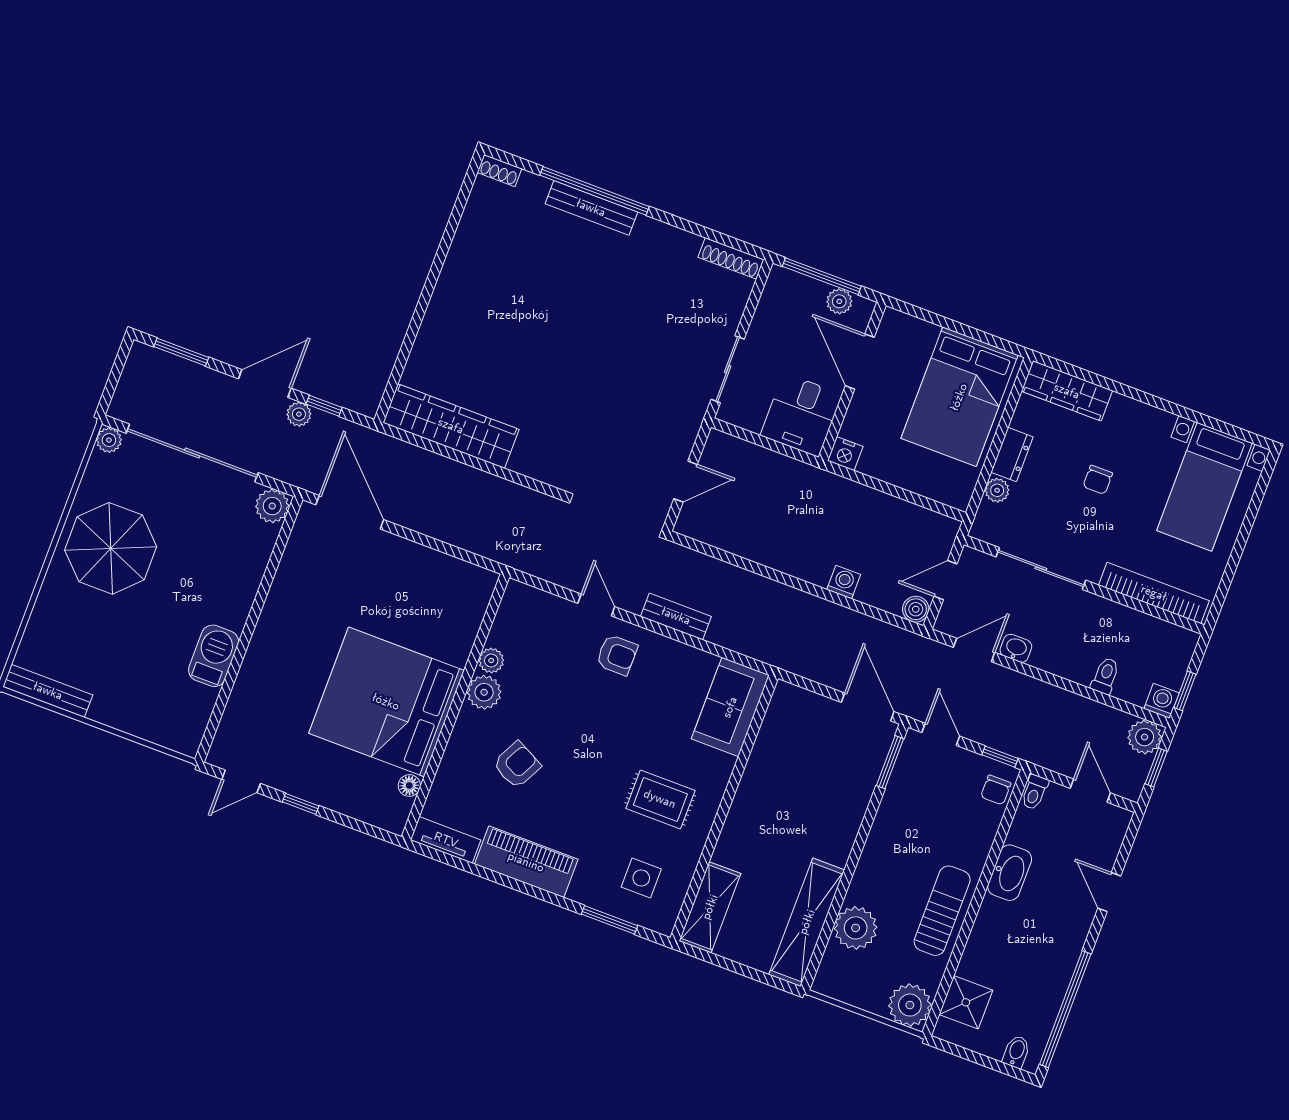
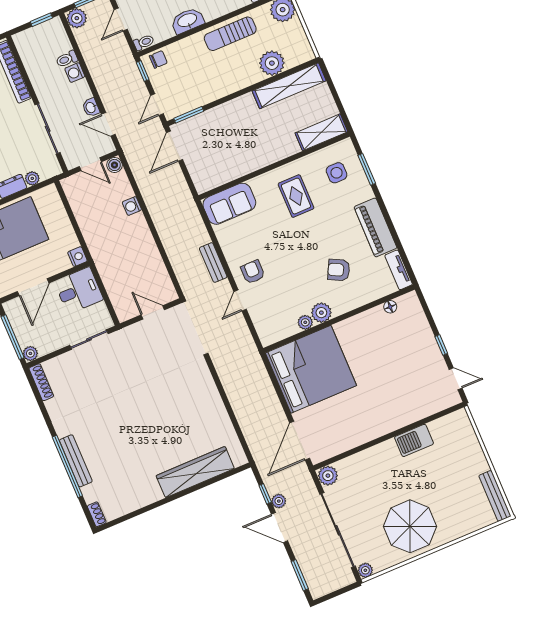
plant: (839, 301) -> (30, 353), moved
wardrobe: (451, 426) -> (195, 472), moved, turned 90
washing machine: (1162, 701) -> (75, 73), moved
bed: (386, 702) -> (311, 369), moved, turned -90

